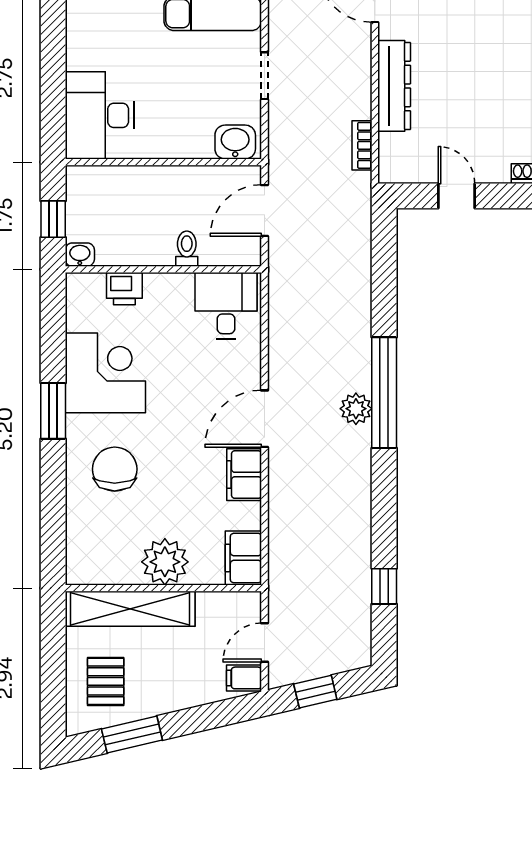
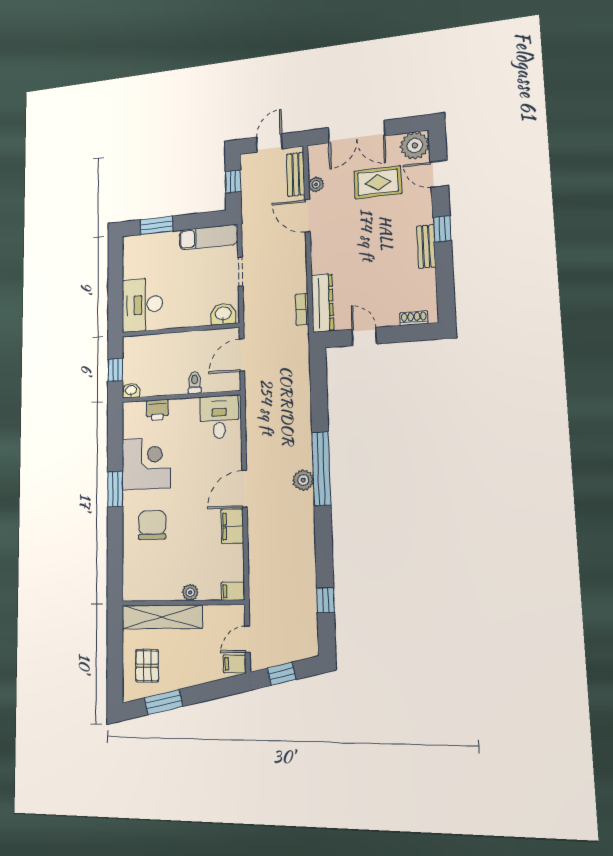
dresser: (394, 86) -> (322, 303), moved
filing cabinet: (243, 558) -> (233, 591), width x0.50
plant: (165, 562) -> (190, 592), width x0.53, depth x0.53

